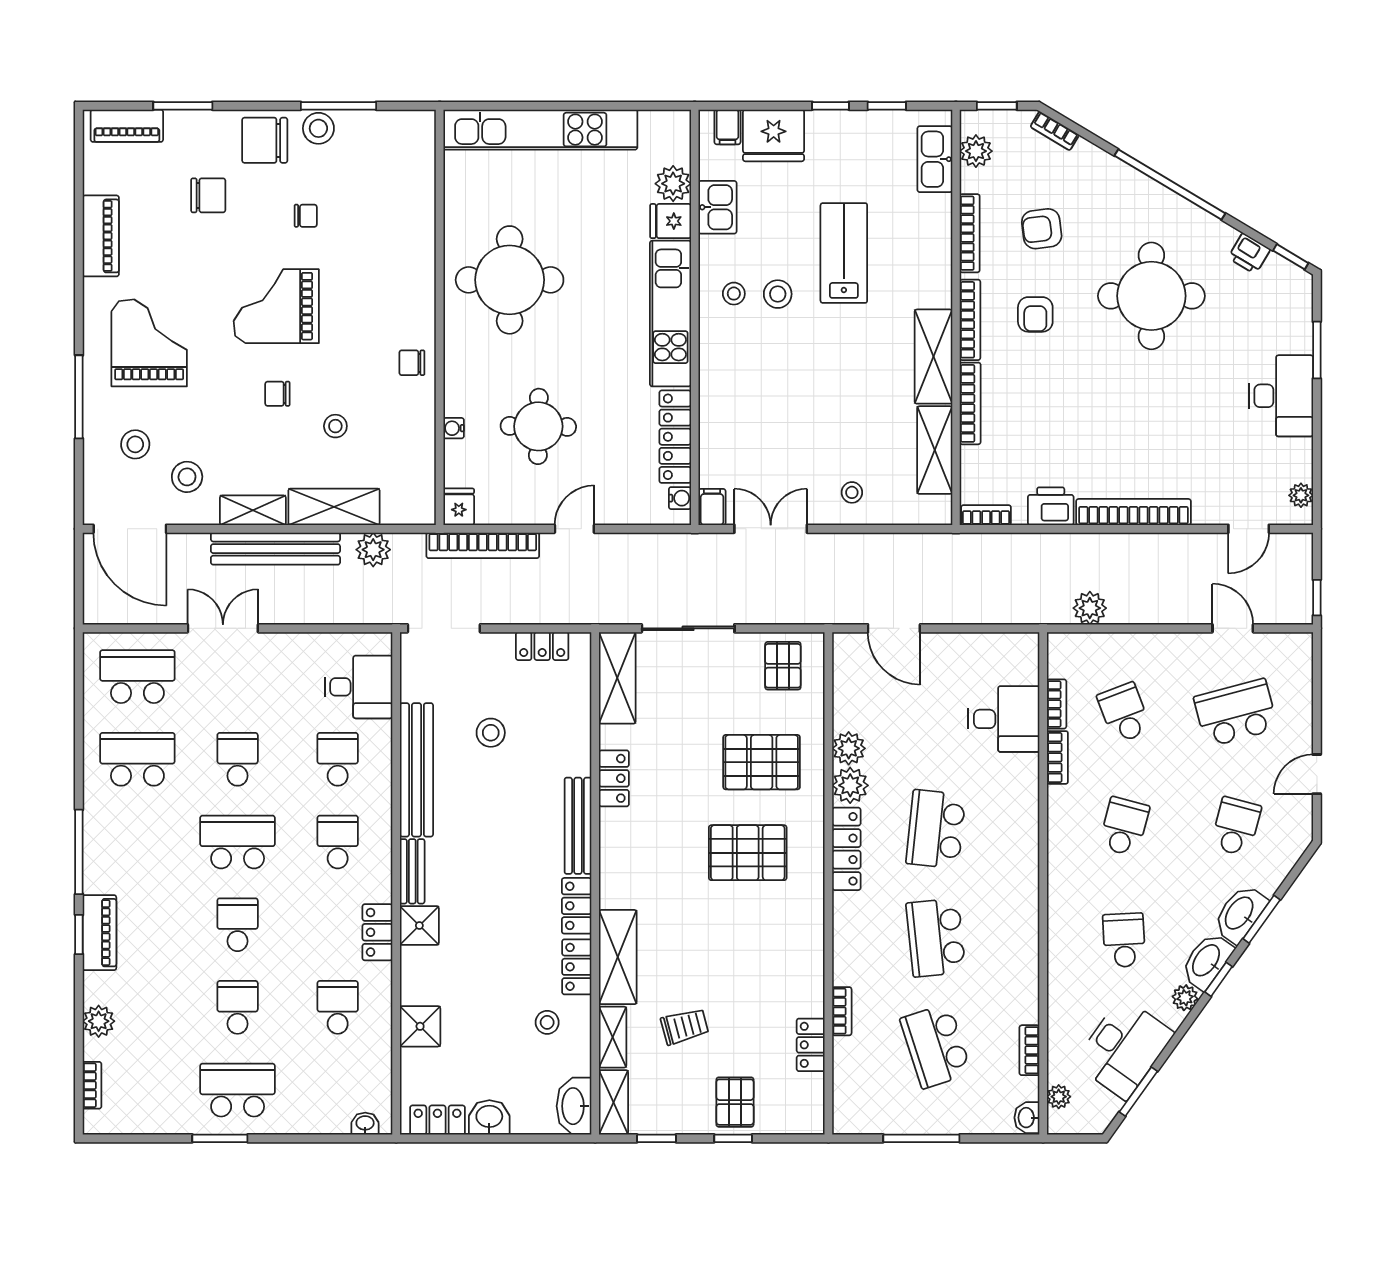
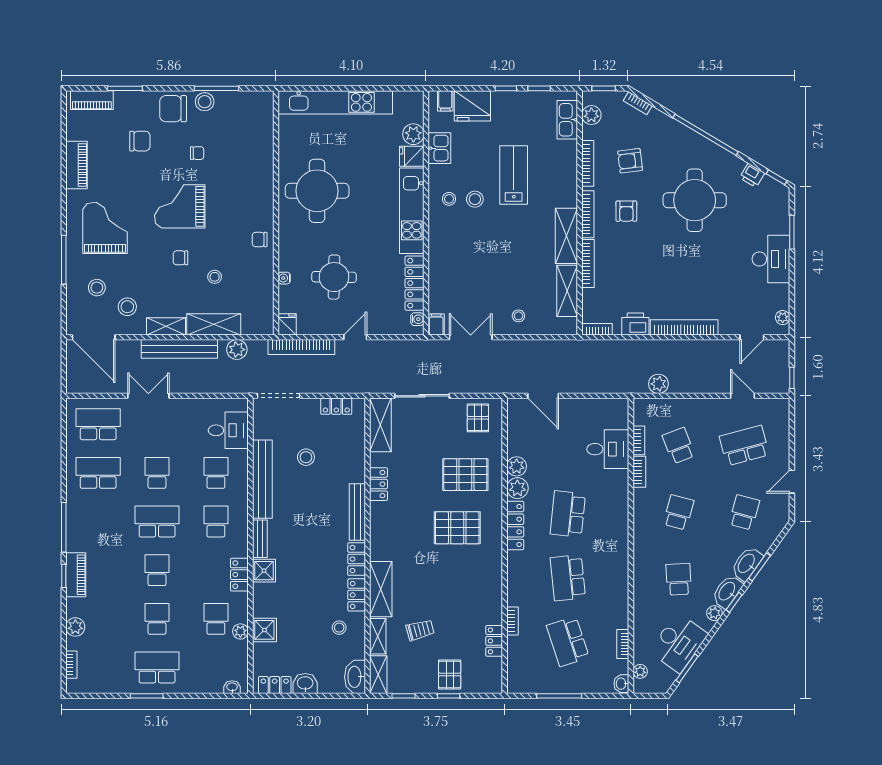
plant: (379, 1029) -> (240, 631), added

